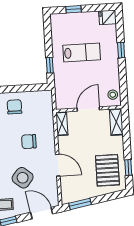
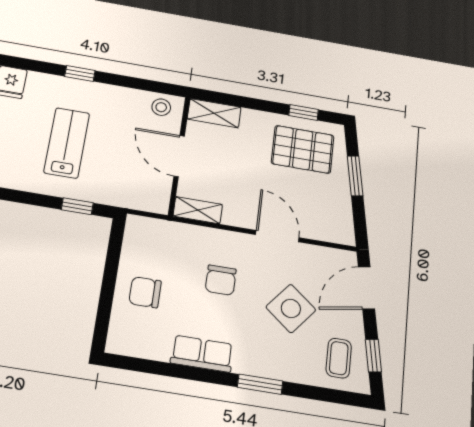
door: (58, 165) -> (277, 236), hinge flipped
window: (80, 204) -> (355, 176), moved

